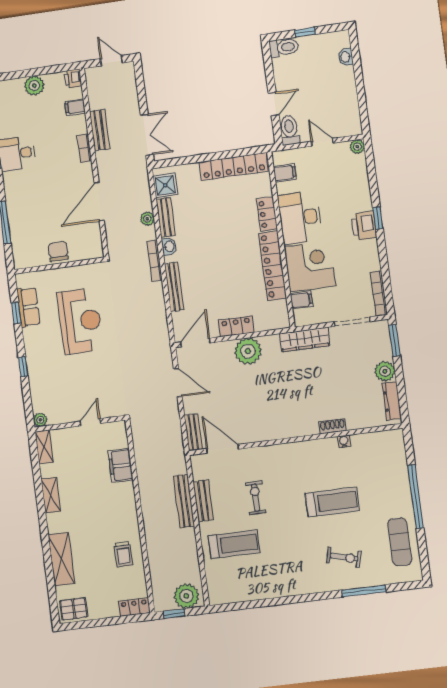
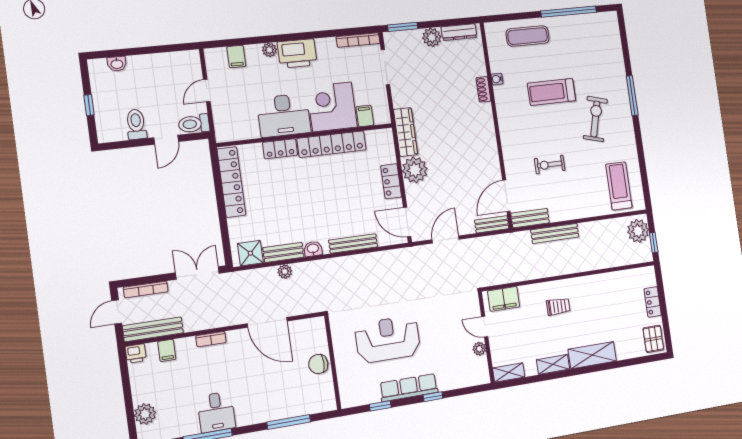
toilet: (284, 47) -> (136, 124), moved
plant: (34, 86) -> (145, 414), moved
door: (274, 104) -> (166, 140), swing flipped
bench: (100, 130) -> (153, 329), moved, width x1.36
plant: (357, 147) -> (269, 50), moved
filing cabinet: (285, 173) -> (236, 57), moved, turned 180
window: (378, 218) -> (284, 38), removed
printer: (364, 226) -> (297, 53), width x1.37, depth x1.19
bookcase: (155, 261) -> (146, 289), moved
row of seats: (28, 307) -> (409, 388), moved, width x1.48
wardrobe: (305, 340) -> (406, 132), moved
plant: (40, 420) -> (479, 349), moved
filing cabinet: (121, 465) -> (504, 299), moved
window: (416, 497) -> (569, 12), moved
bench: (203, 501) -> (530, 218), moved
treadmill: (332, 502) -> (552, 92), turned -90
exercise mat: (400, 542) -> (528, 36), moved
treadmill: (234, 544) -> (619, 186), moved
trolley: (123, 554) -> (558, 307), moved
exercise bike: (344, 557) -> (595, 119), moved, width x1.38, depth x1.39
shelving: (61, 559) -> (592, 355), moved
window: (364, 591) -> (632, 96), moved
locker: (134, 607) -> (653, 302), moved

